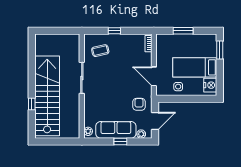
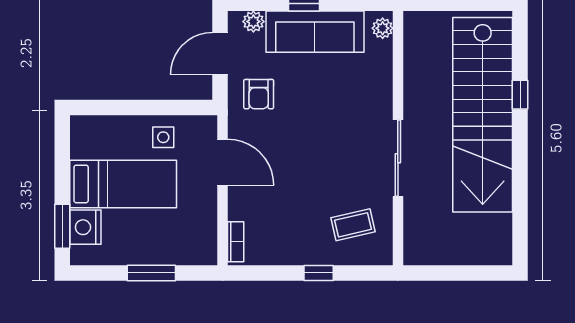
nightstand: (210, 85) -> (85, 227), moved

